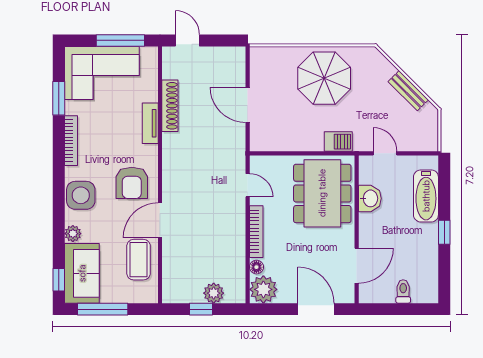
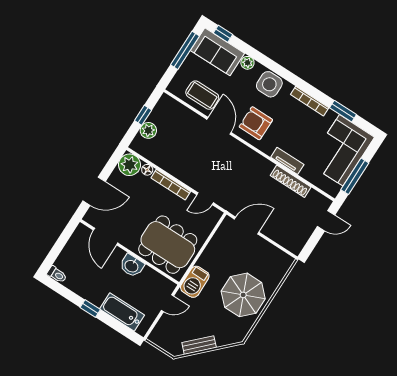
door: (248, 105) -> (247, 226), moved
barbecue: (338, 142) -> (195, 282), width x1.38, depth x1.27
washbasin: (370, 198) -> (132, 266), moved
toilet: (403, 291) -> (57, 275), moved

